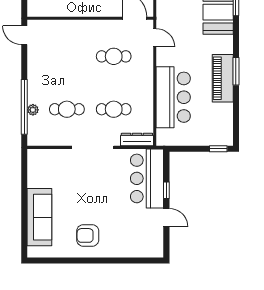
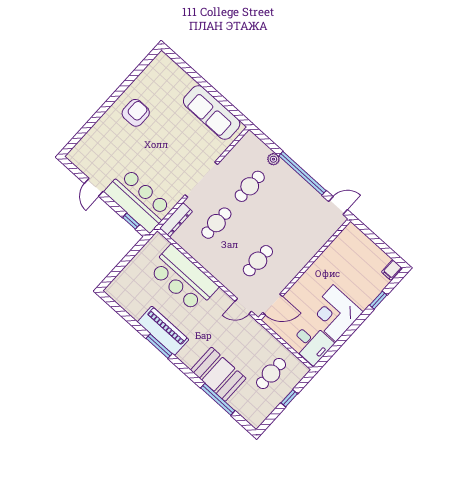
window: (24, 107) -> (302, 173), moved
window: (218, 149) -> (111, 277), removed
window: (166, 190) -> (131, 221), moved
sofa: (39, 217) -> (212, 112), moved
door: (166, 218) -> (94, 187), hinge flipped

